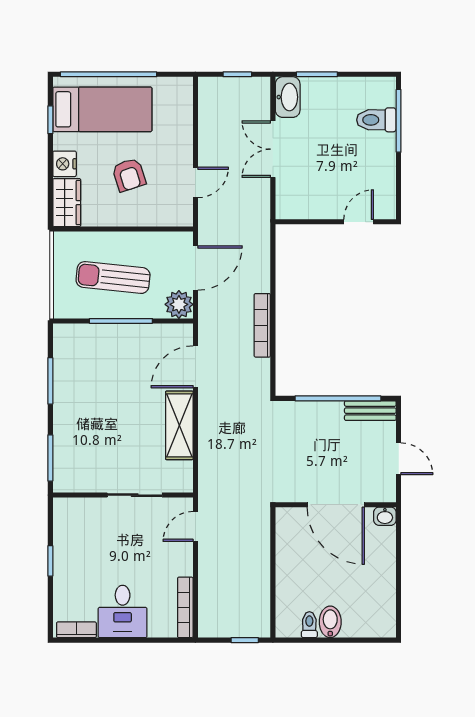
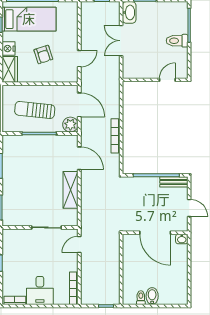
toilet: (376, 120) -> (177, 41), moved
door: (195, 268) -> (79, 105), hinge flipped
door: (195, 367) -> (79, 158), swing flipped

